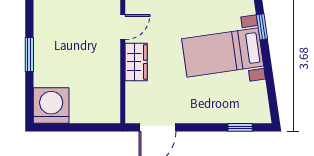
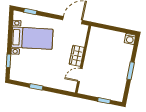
bed with nightstands: (223, 52) -> (32, 38), moved
washing machine: (51, 106) -> (130, 39), width x0.53, depth x0.53

